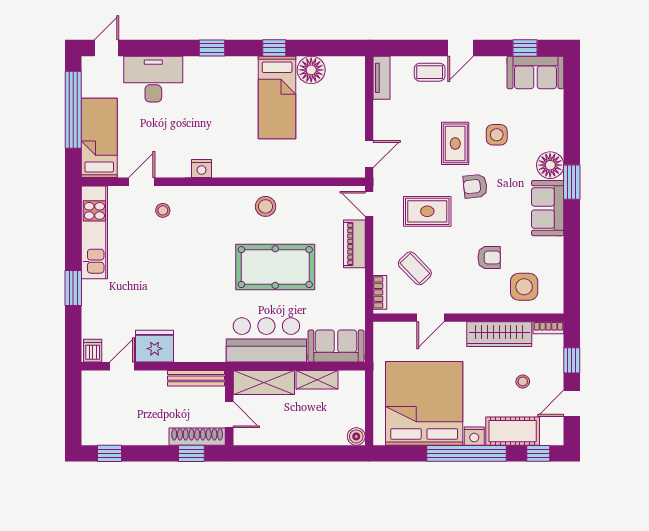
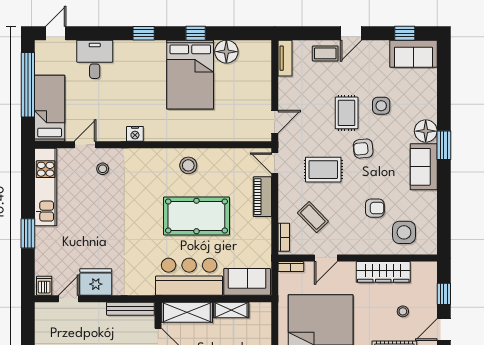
desk: (153, 79) -> (95, 59), width x0.73
bed: (277, 97) -> (190, 75), width x1.50
bookcase: (548, 328) -> (291, 267), moved

